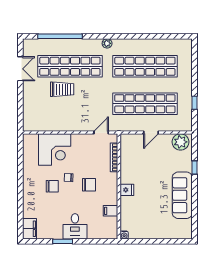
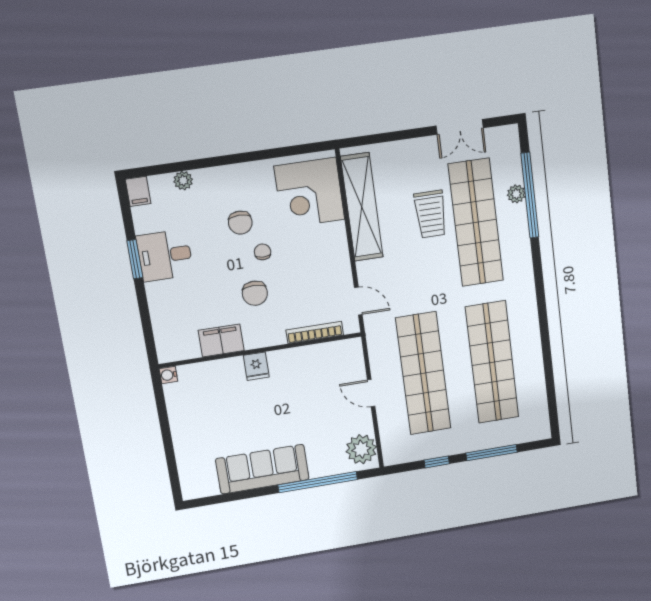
plant: (107, 43) -> (516, 194), moved
window: (195, 72) -> (492, 453), added
shelving: (53, 124) -> (362, 207), added
corner desk: (55, 150) -> (309, 193), moved
window: (195, 167) -> (318, 482), width x3.17
plant: (27, 211) -> (183, 181), added
filing cabinet: (111, 211) -> (221, 341), width x2.00
desk: (75, 226) -> (165, 255), moved
filing cabinet: (30, 229) -> (138, 191), width x0.50

